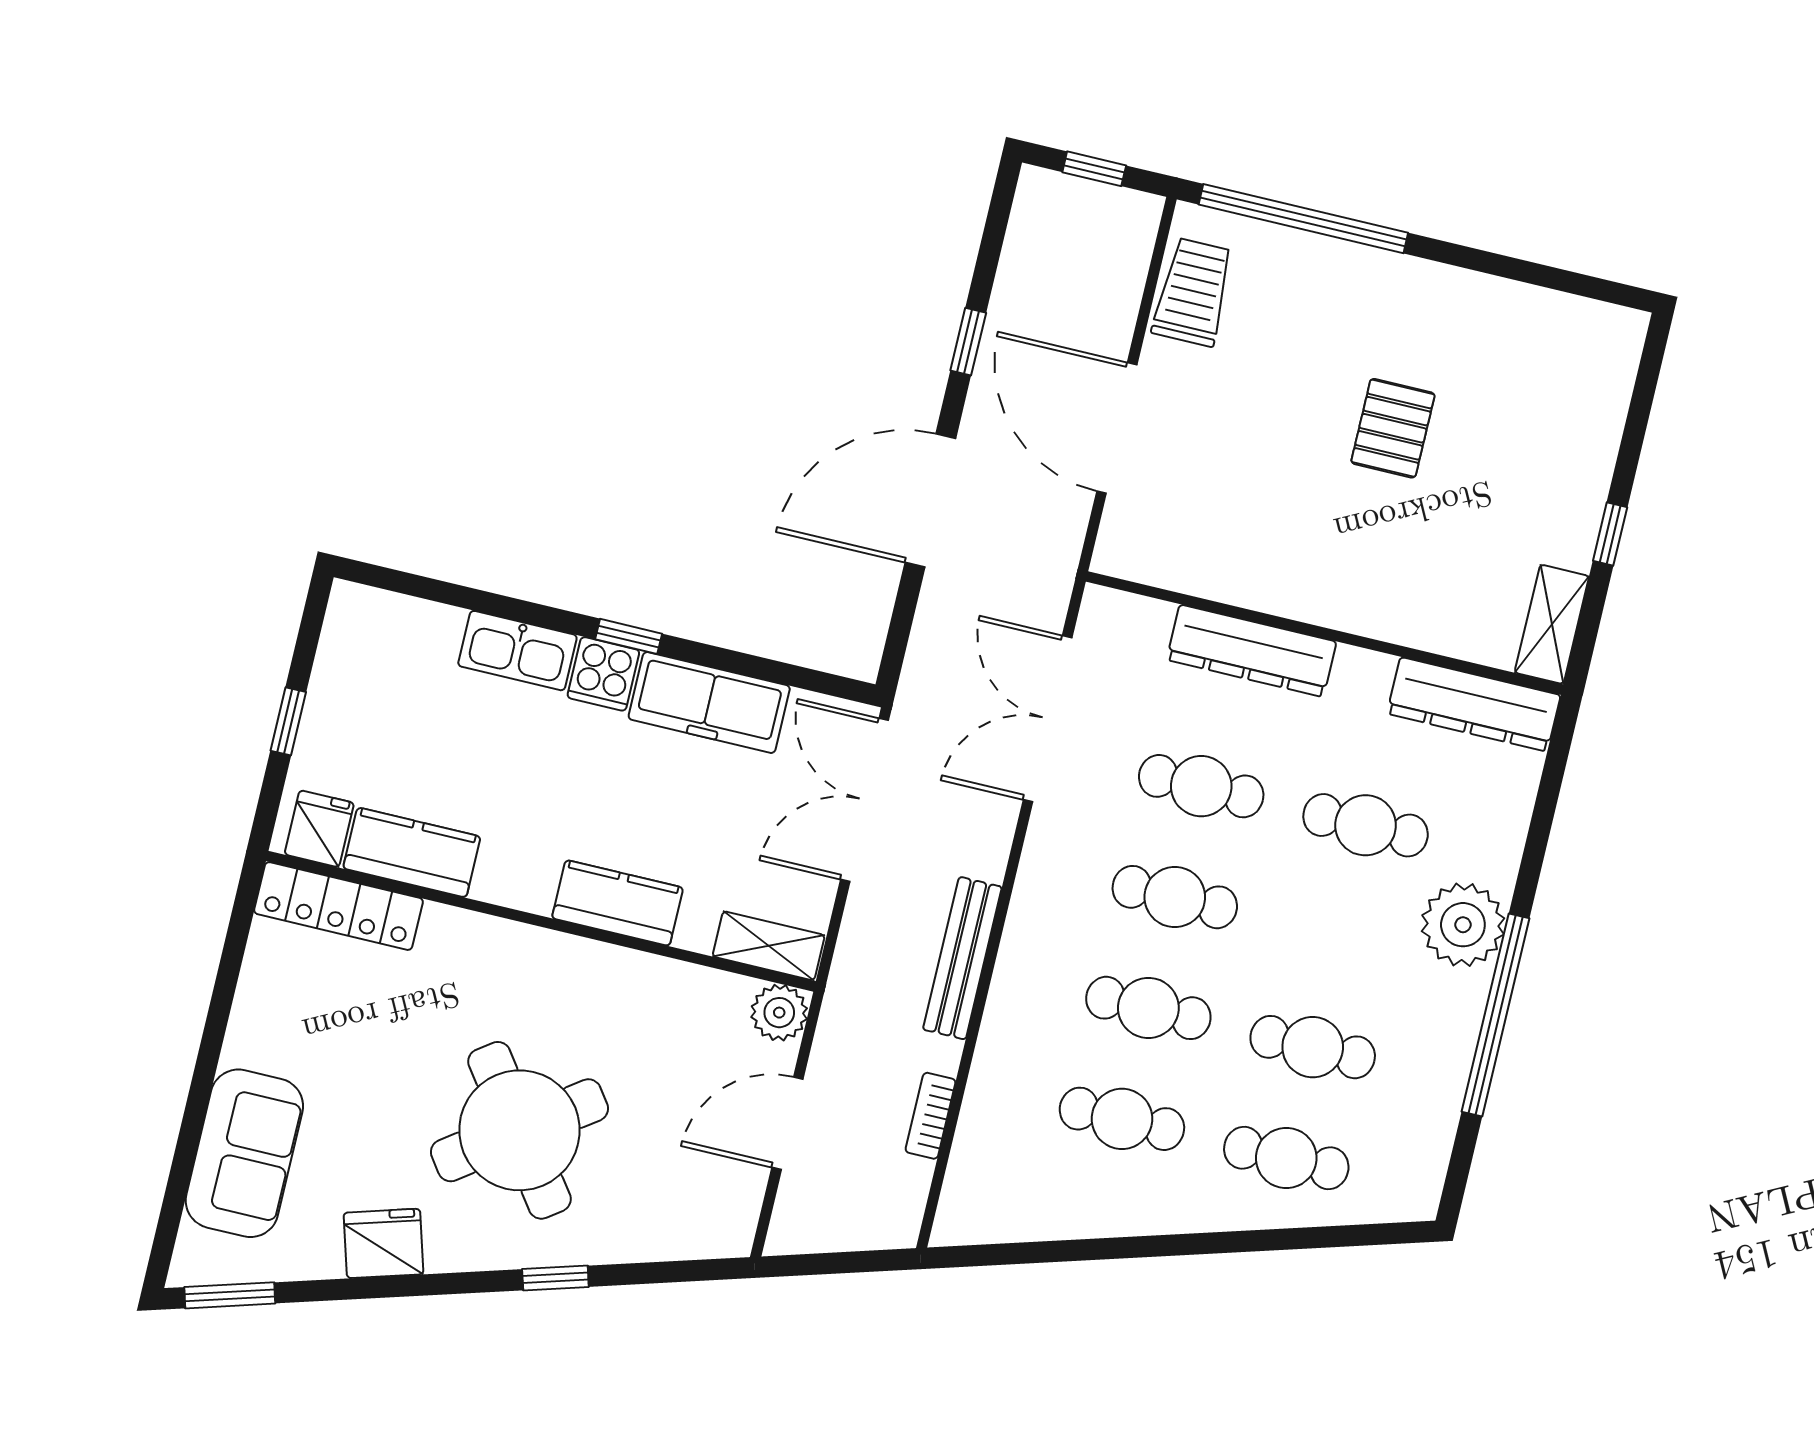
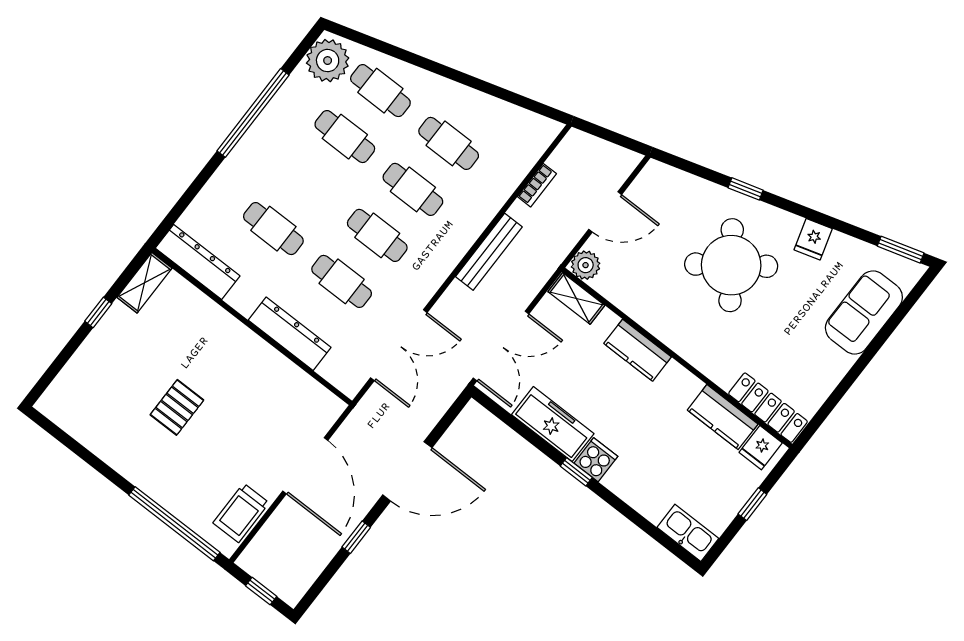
kitchen sink: (517, 651) -> (688, 533), moved
plant: (1463, 925) -> (328, 61), moved
fridge: (384, 1243) -> (813, 239), width x0.72

